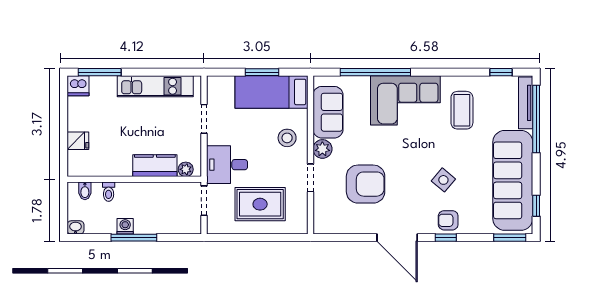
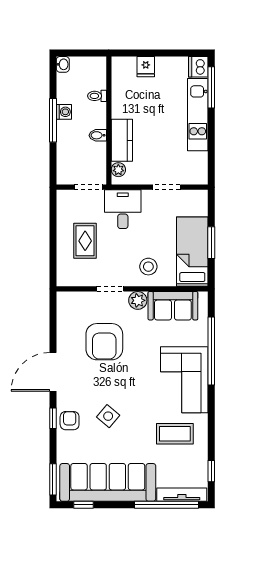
kitchen unit: (155, 86) -> (198, 115), moved
bidet: (85, 191) -> (98, 135), moved
rug: (260, 204) -> (85, 241), width x0.73, depth x0.70

